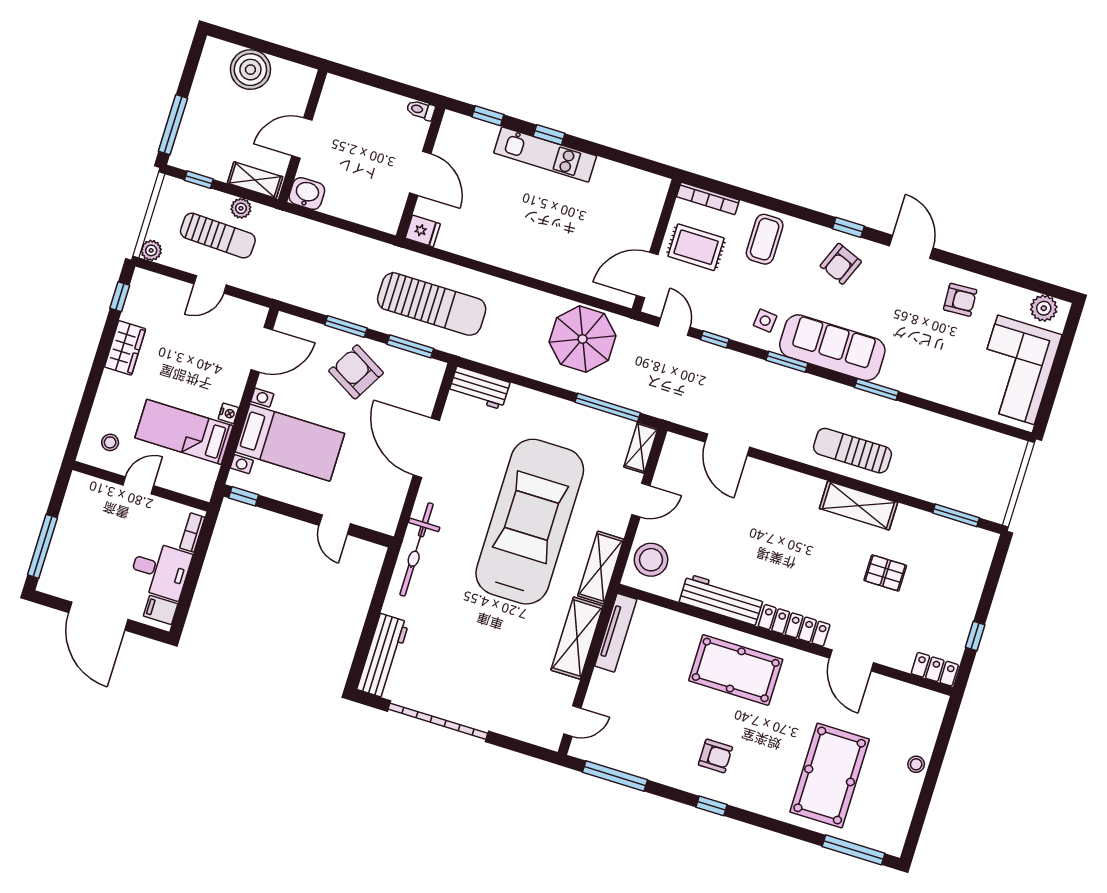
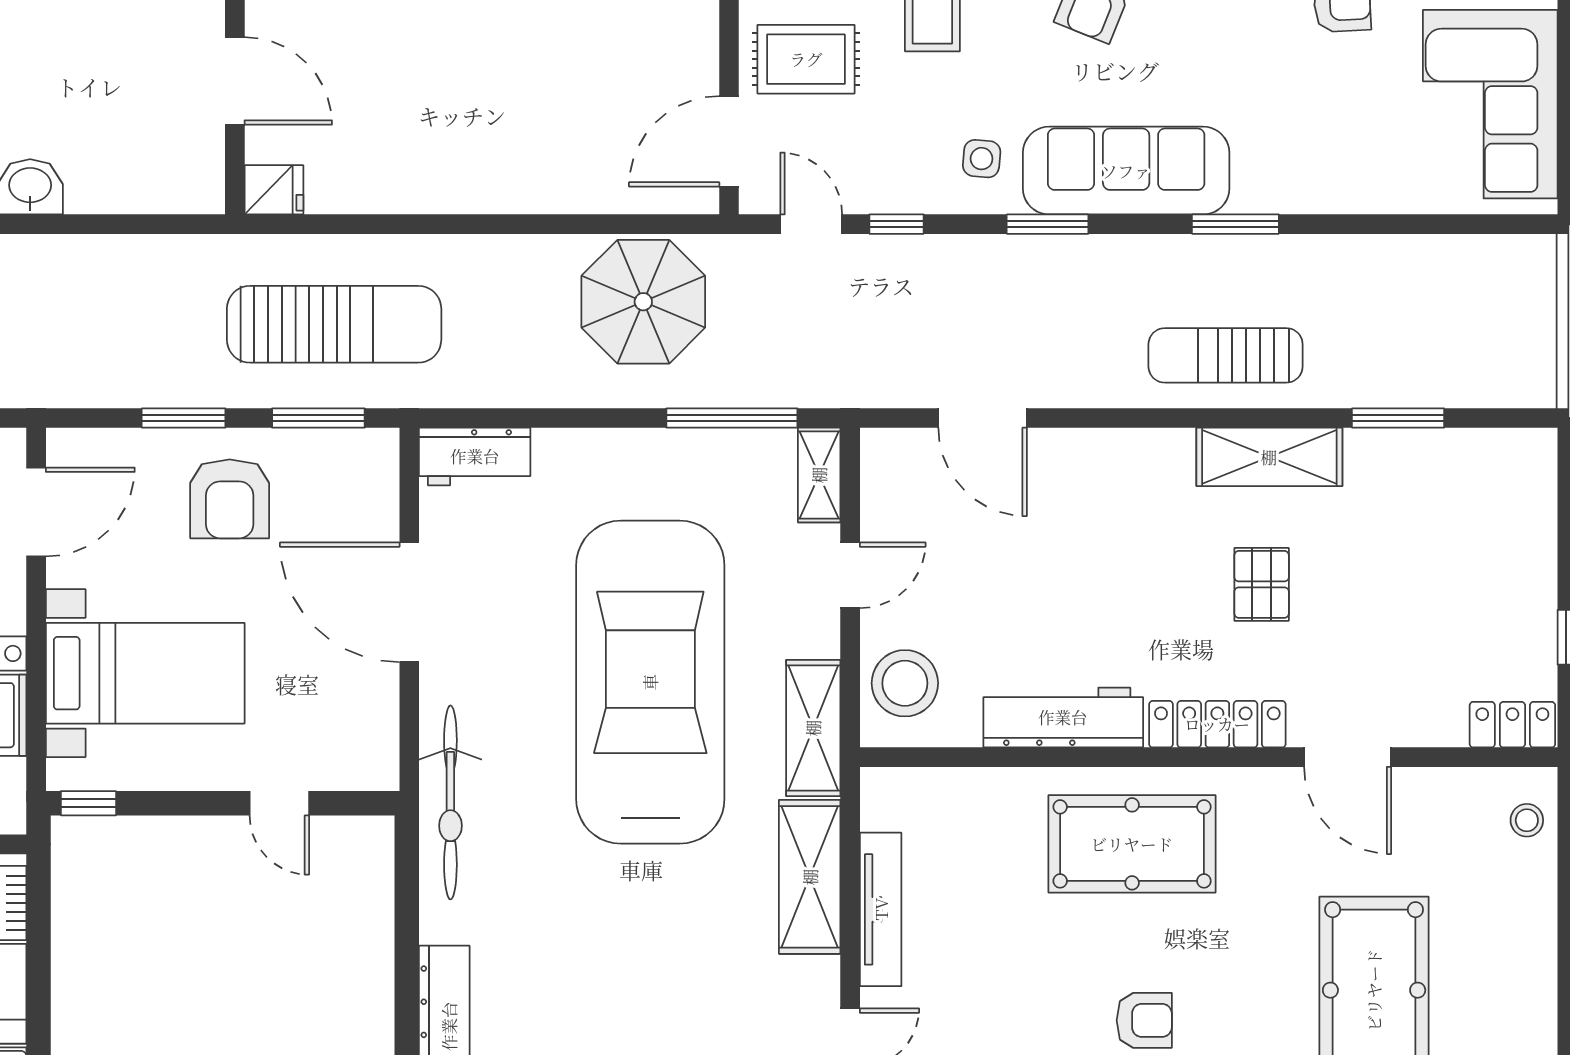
armchair: (356, 372) -> (230, 499), turned -120
window: (956, 515) -> (1398, 418), moved
pallet: (885, 573) -> (1262, 584), moved, turned 90
tv unit: (616, 633) -> (881, 909), moved
stool: (916, 764) -> (1527, 820), moved

